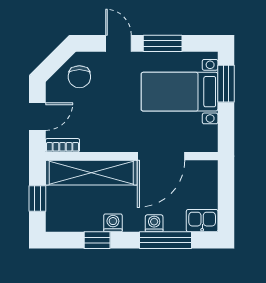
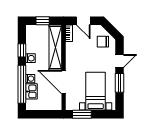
window: (226, 84) -> (82, 114), moved
kitchen sink: (202, 221) -> (32, 91), moved
window: (165, 240) -> (22, 84), width x1.46

